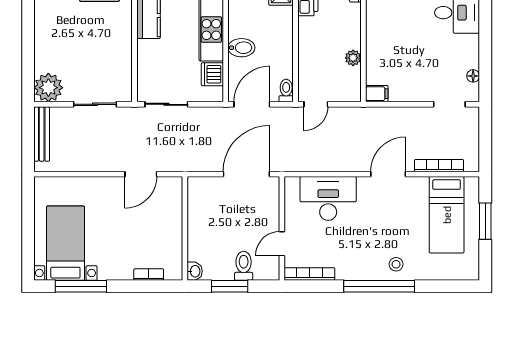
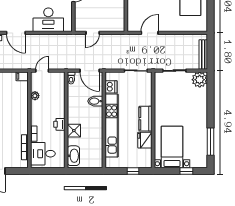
door: (252, 104) -> (90, 71), hinge flipped
door: (316, 104) -> (42, 71), moved
door: (246, 174) -> (93, 33), width x0.53
door: (388, 174) -> (16, 33), hinge flipped

